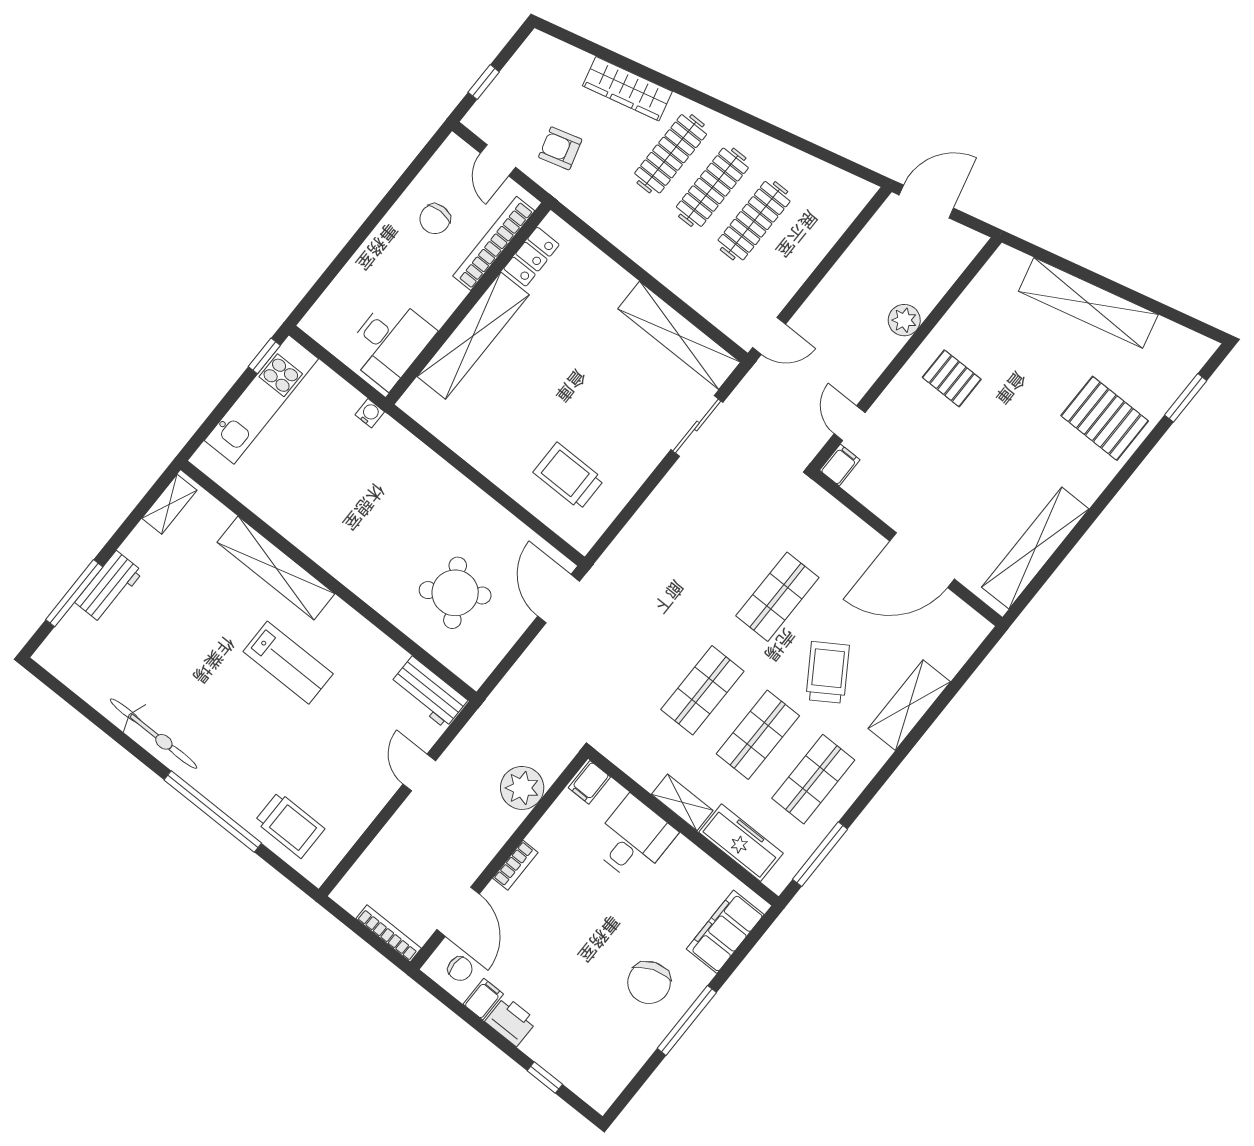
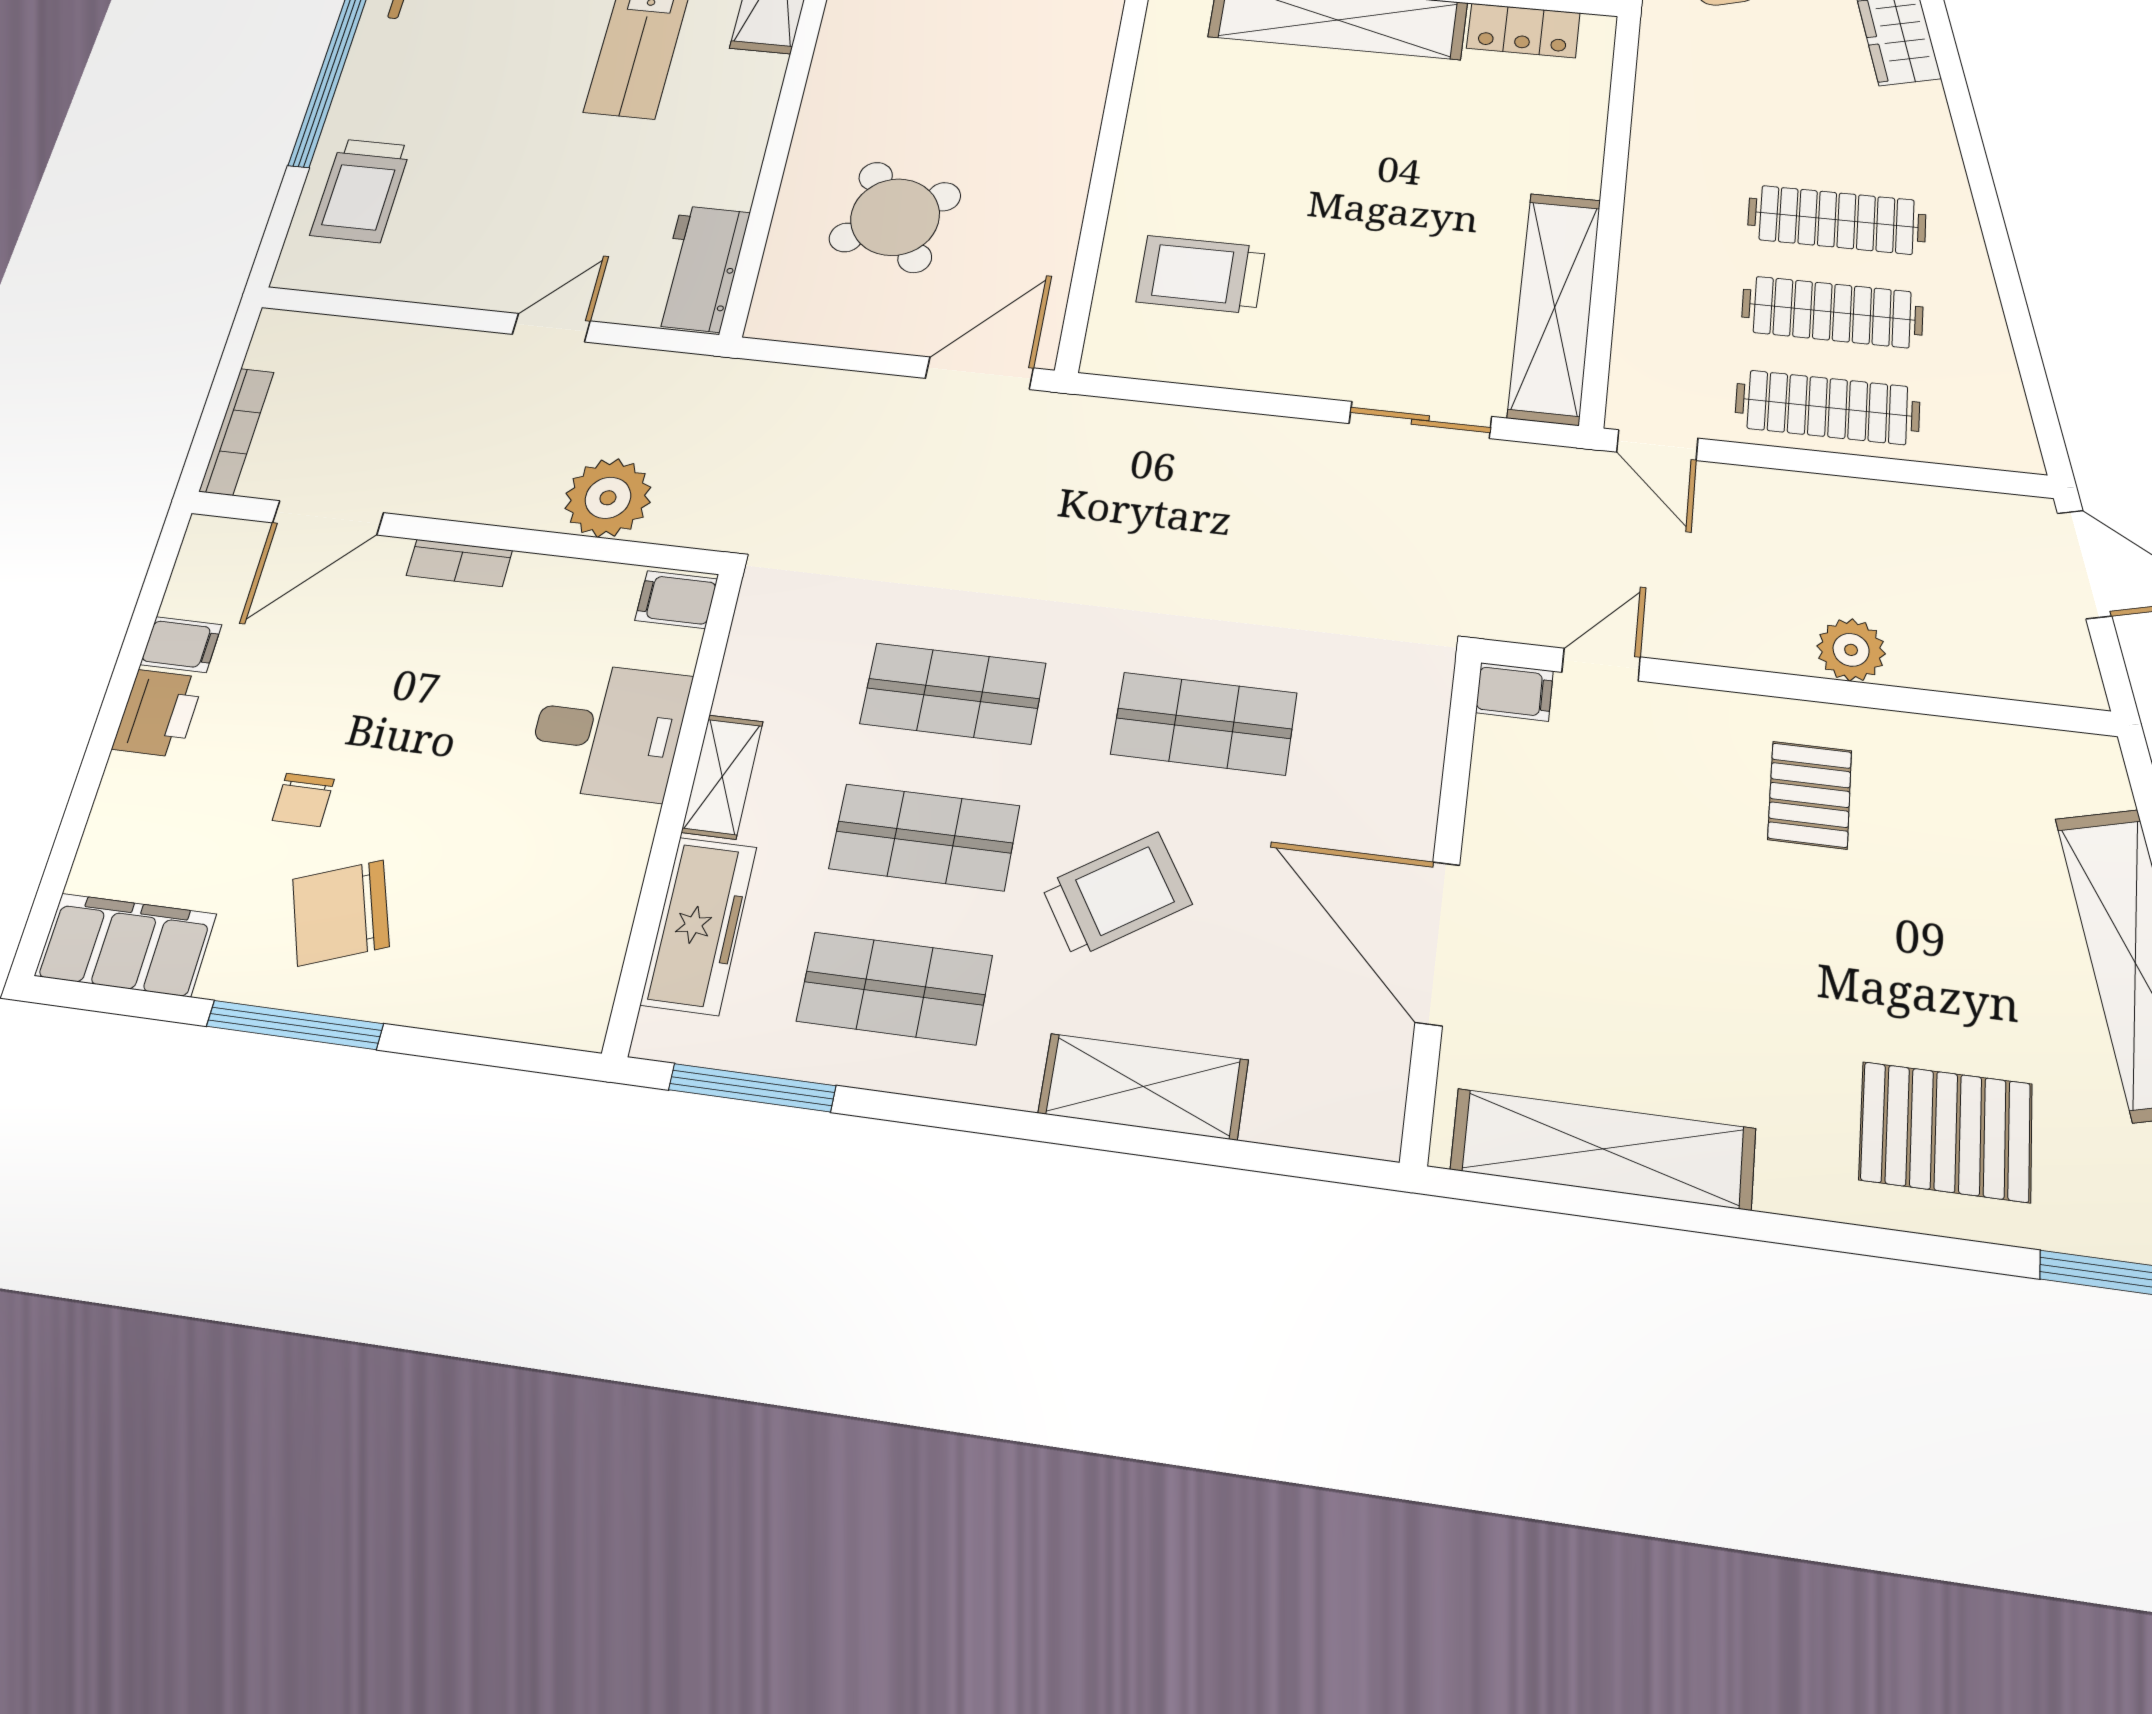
clothes rail: (671, 154) -> (1827, 407), moved
pallet: (1105, 418) -> (1946, 1132), turned 90
trolley: (569, 476) -> (1201, 274), turned -90
filing cabinet: (725, 932) -> (126, 945), moved
chair: (460, 969) -> (303, 800), moved
window: (545, 1078) -> (71, 830), removed

